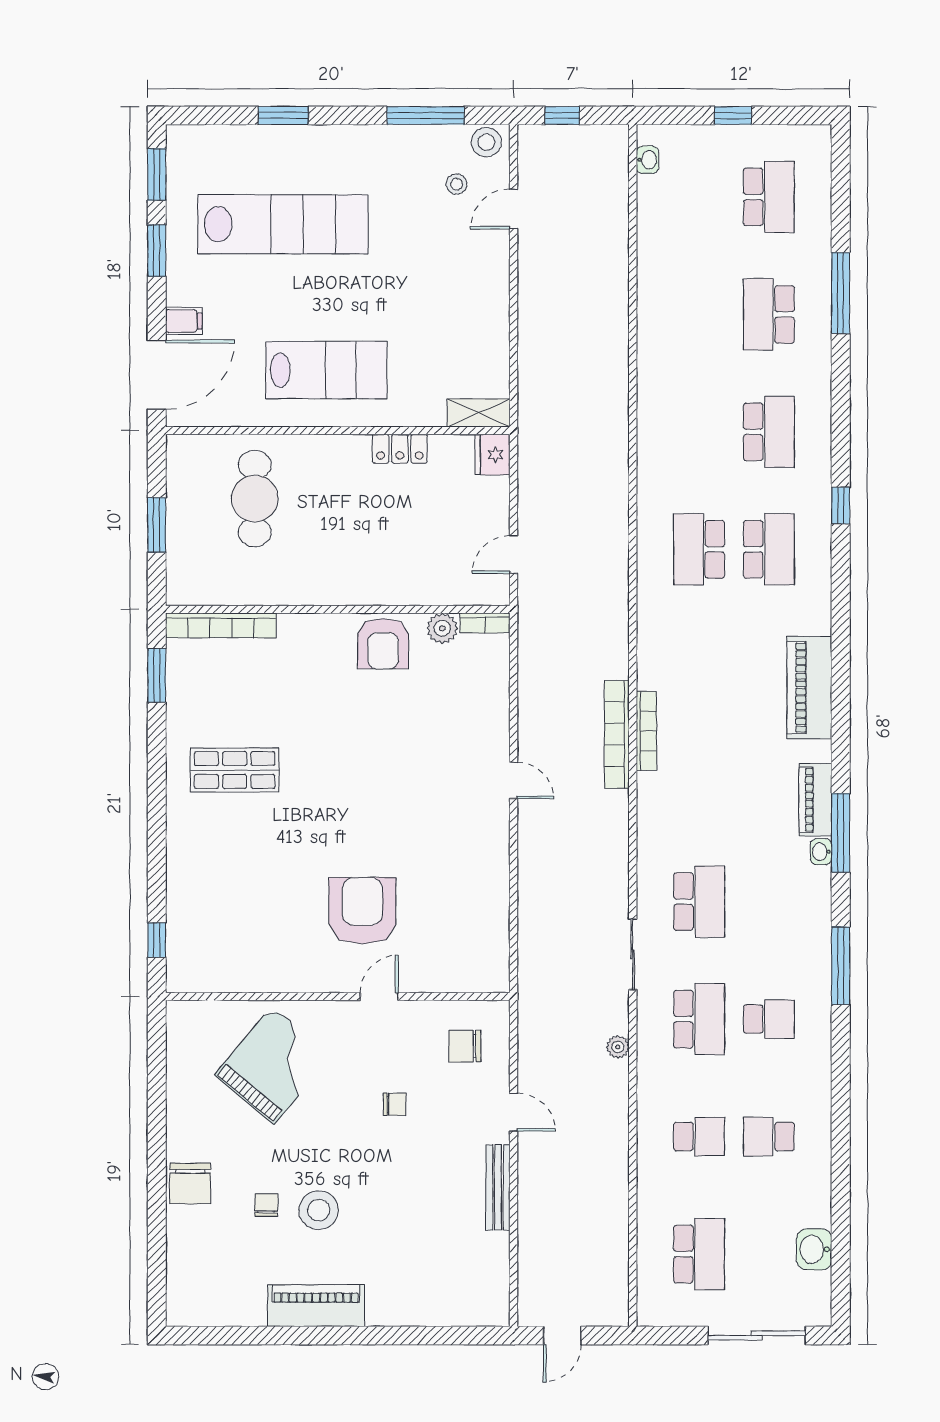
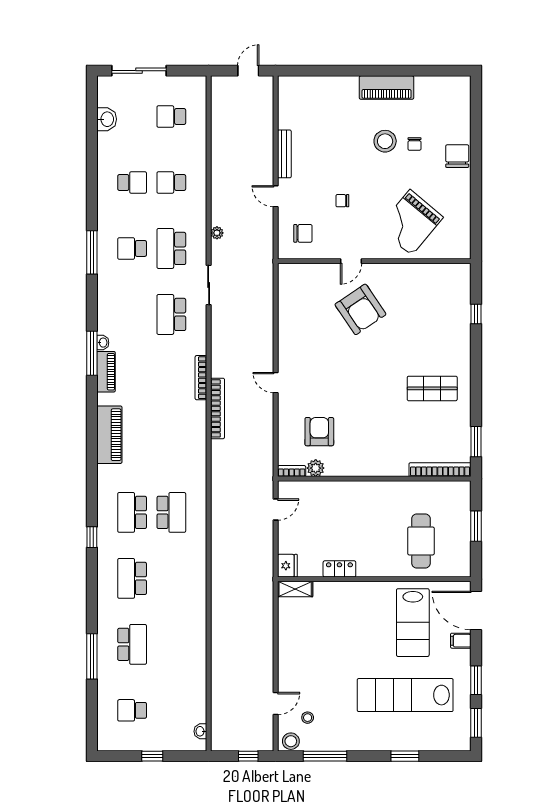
school desk: (769, 197) -> (132, 710), width x0.54
lab bench: (326, 370) -> (413, 623), moved, turned -90
door: (157, 375) -> (476, 610), hinge flipped
armchair: (383, 644) -> (319, 432), moved
bookcase: (646, 731) -> (201, 378), moved
armchair: (362, 911) -> (360, 309), turned -34
window: (157, 940) -> (476, 314), moved
window: (841, 966) -> (92, 252), moved
school desk: (699, 1254) -> (171, 117), width x0.54

